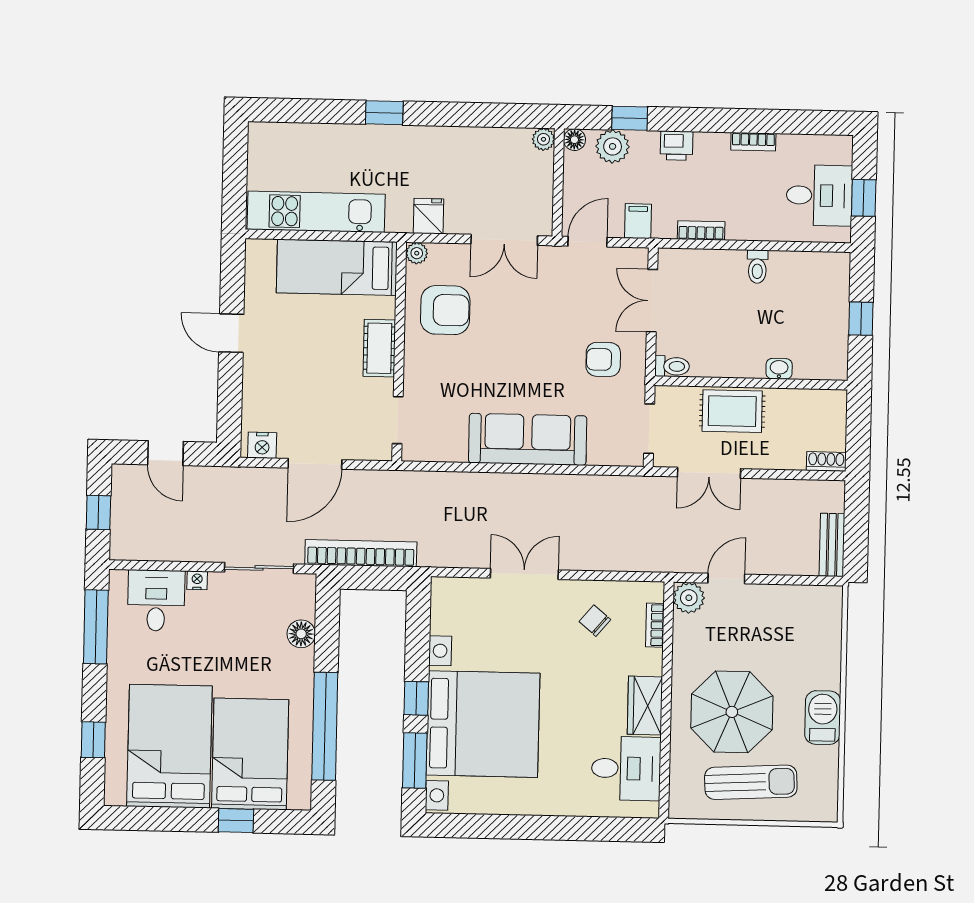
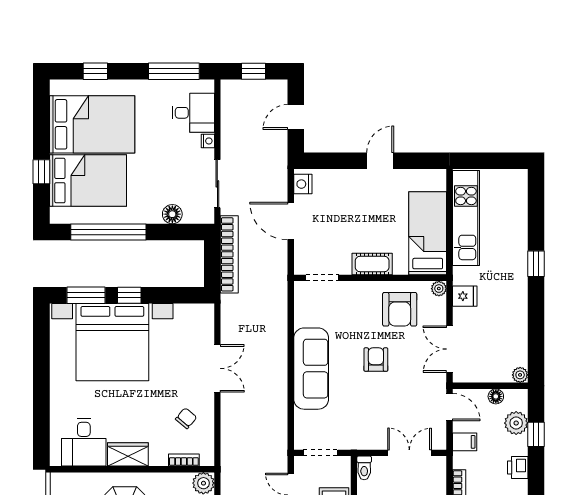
floor lamp: (574, 140) -> (496, 396), moved
armchair: (603, 359) -> (376, 360), moved

